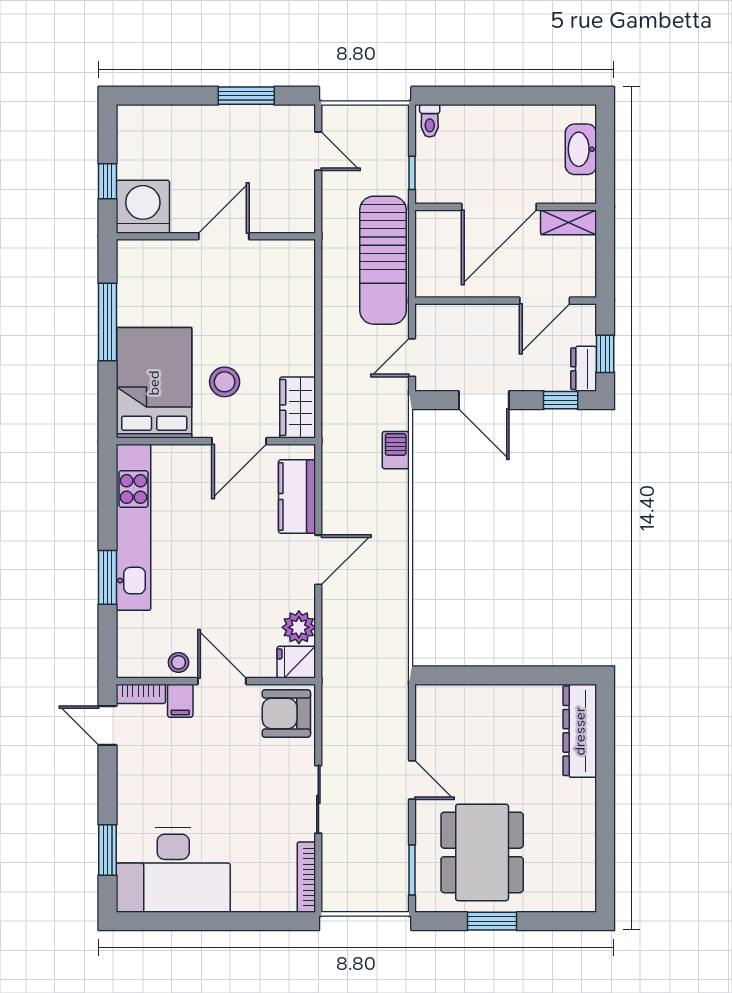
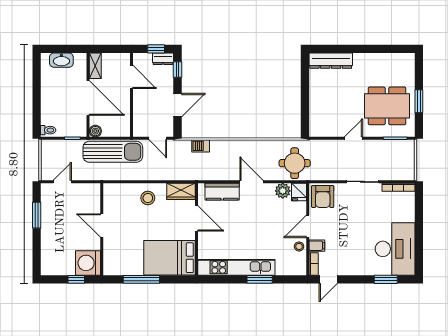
boiler: (428, 223) -> (95, 131), added
stool: (225, 382) -> (148, 198), moved
round table: (358, 653) -> (295, 163), added

